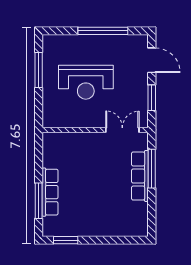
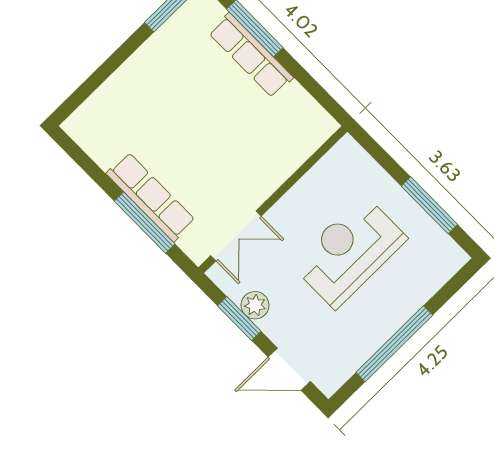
plant: (141, 97) -> (255, 305), added

